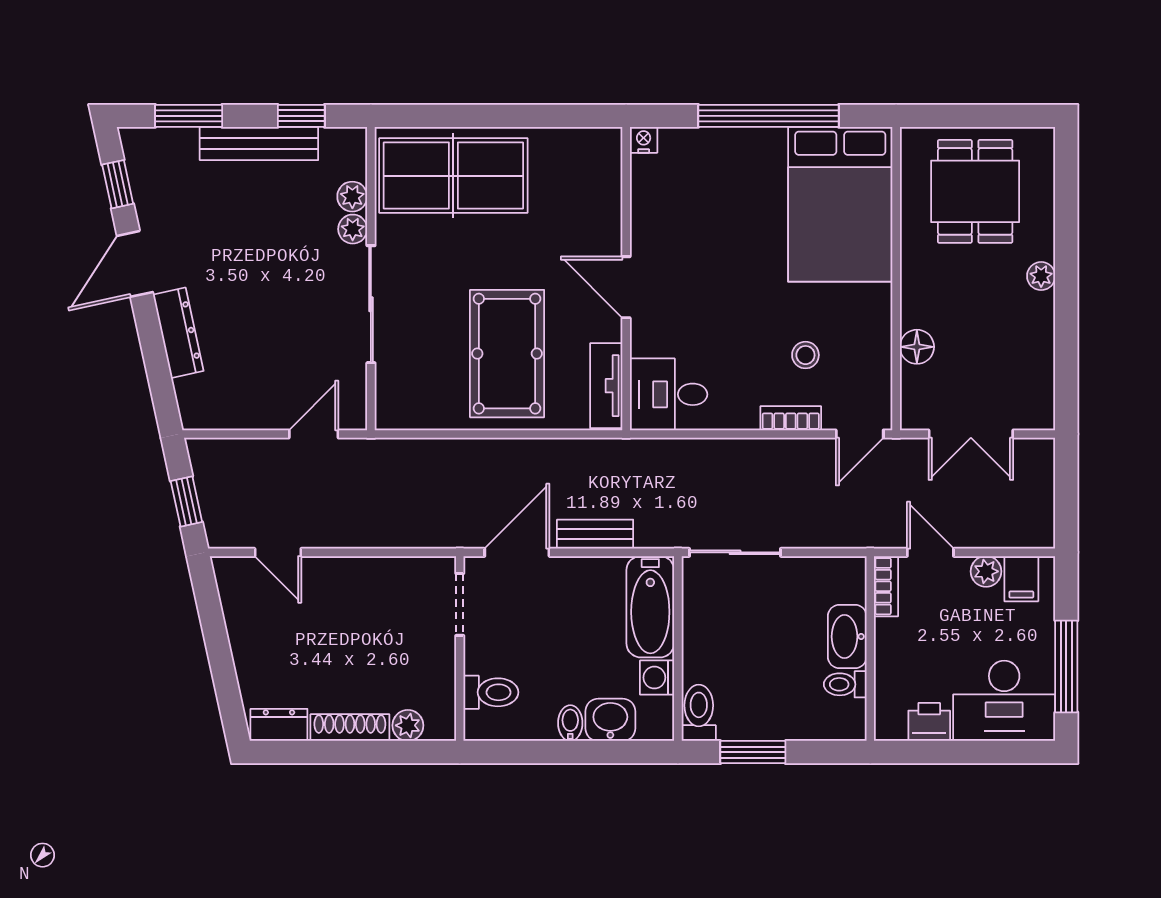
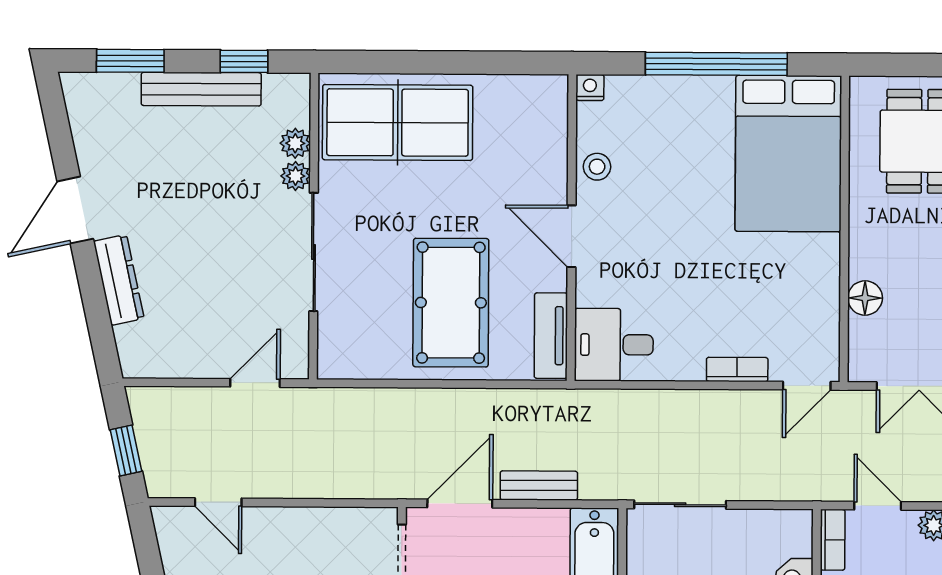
window: (118, 184) -> (58, 129), removed
stool: (805, 355) -> (597, 167), moved

